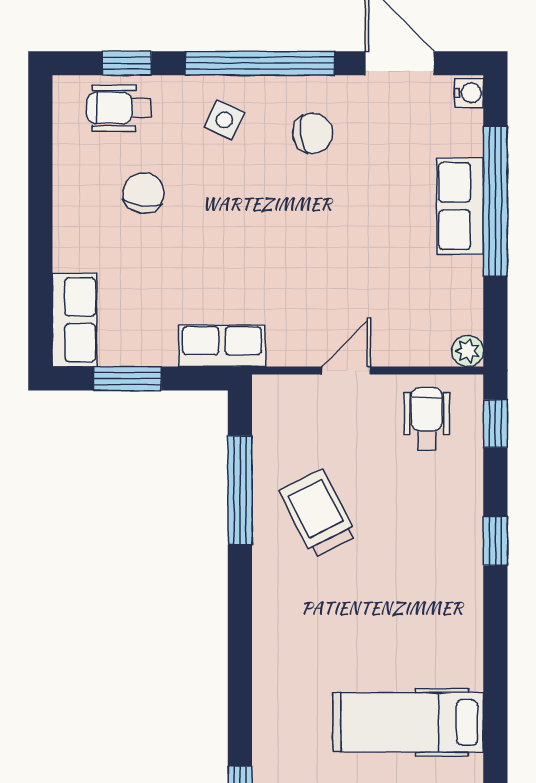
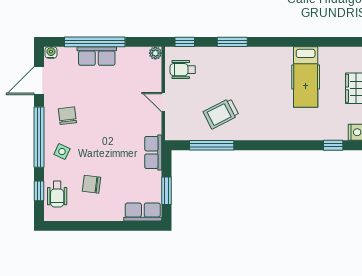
window: (495, 541) -> (232, 42), width x1.50

